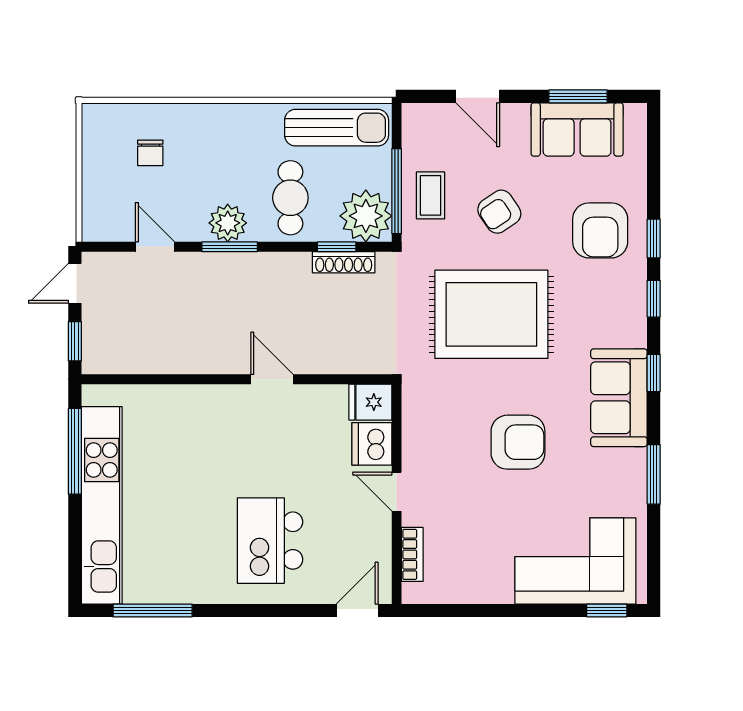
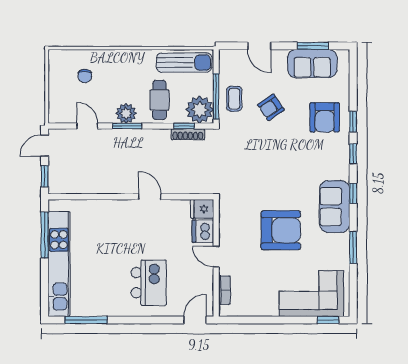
rug: (491, 314) -> (267, 162), removed
armchair: (518, 442) -> (281, 230), width x1.36, depth x1.36
kitchen island: (270, 541) -> (149, 283), turned 180

